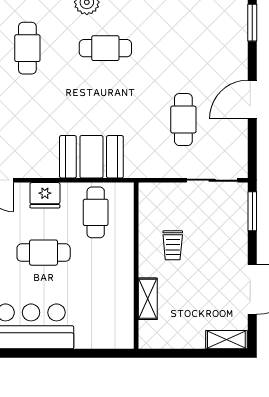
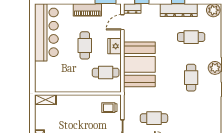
booth: (91, 157) -> (139, 64), width x1.36, depth x1.42
trolley: (173, 245) -> (109, 108), moved
shelving: (148, 299) -> (46, 100), moved

